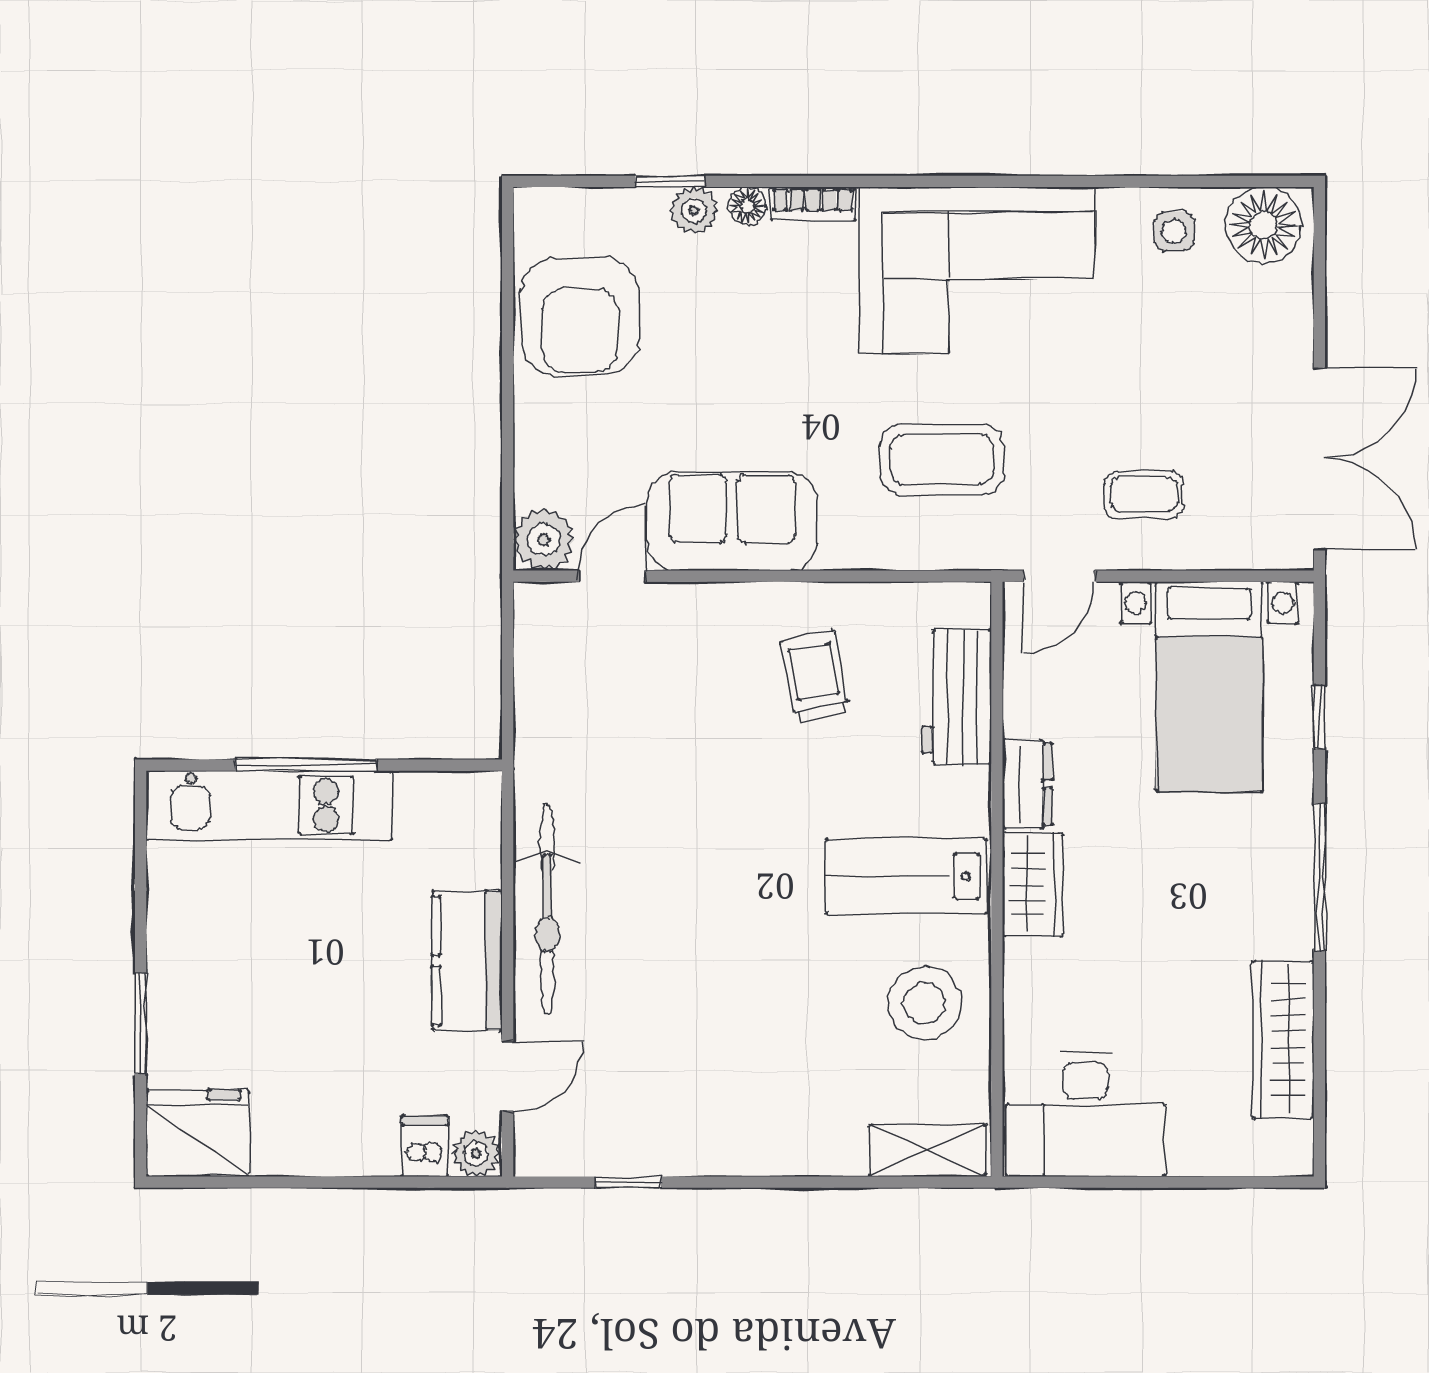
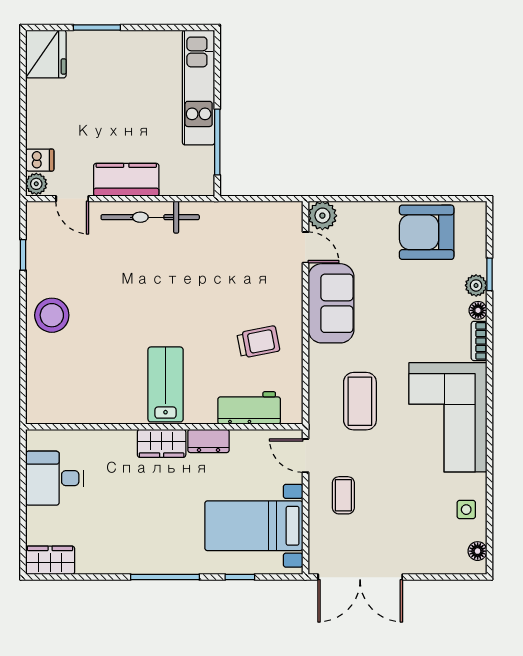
floor lamp: (1263, 225) -> (478, 551), width x0.53, depth x0.53
window: (306, 765) -> (217, 142), moved
stool: (925, 1003) -> (52, 315), moved
wardrobe: (1283, 1040) -> (50, 560), moved, width x0.67
desk: (1086, 1114) -> (55, 478), width x0.73
shelving: (928, 1150) -> (38, 394), removed

